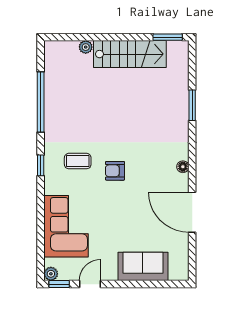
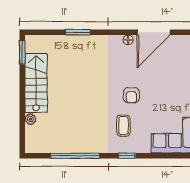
door: (192, 212) -> (154, 32), moved

